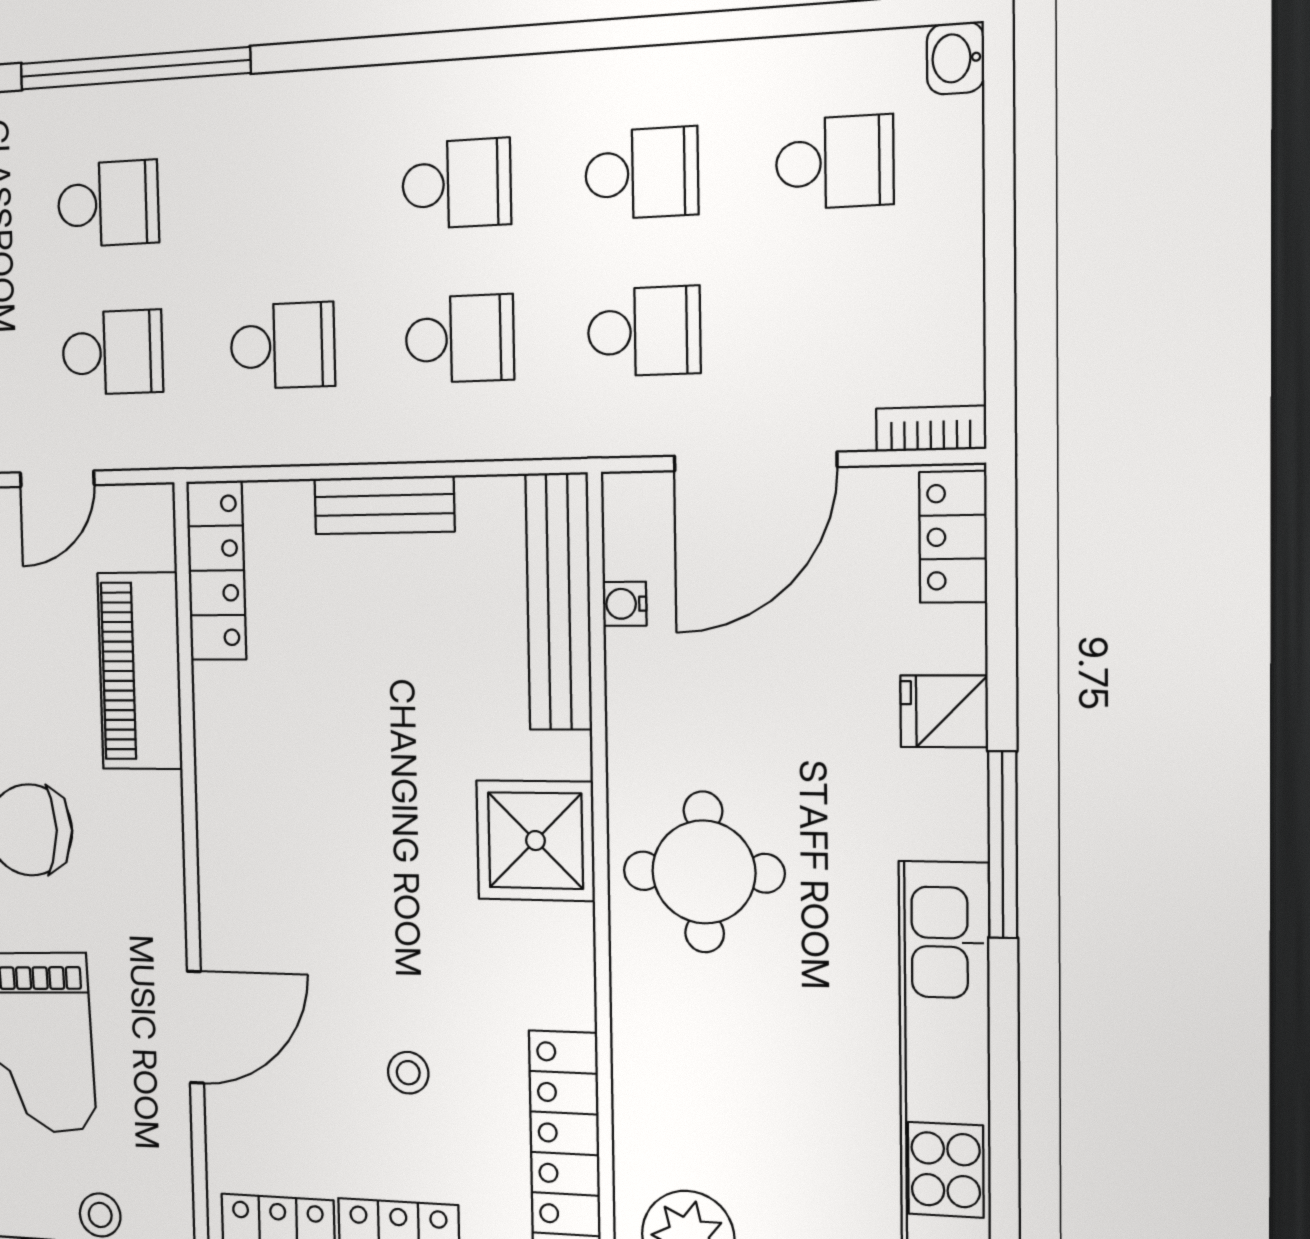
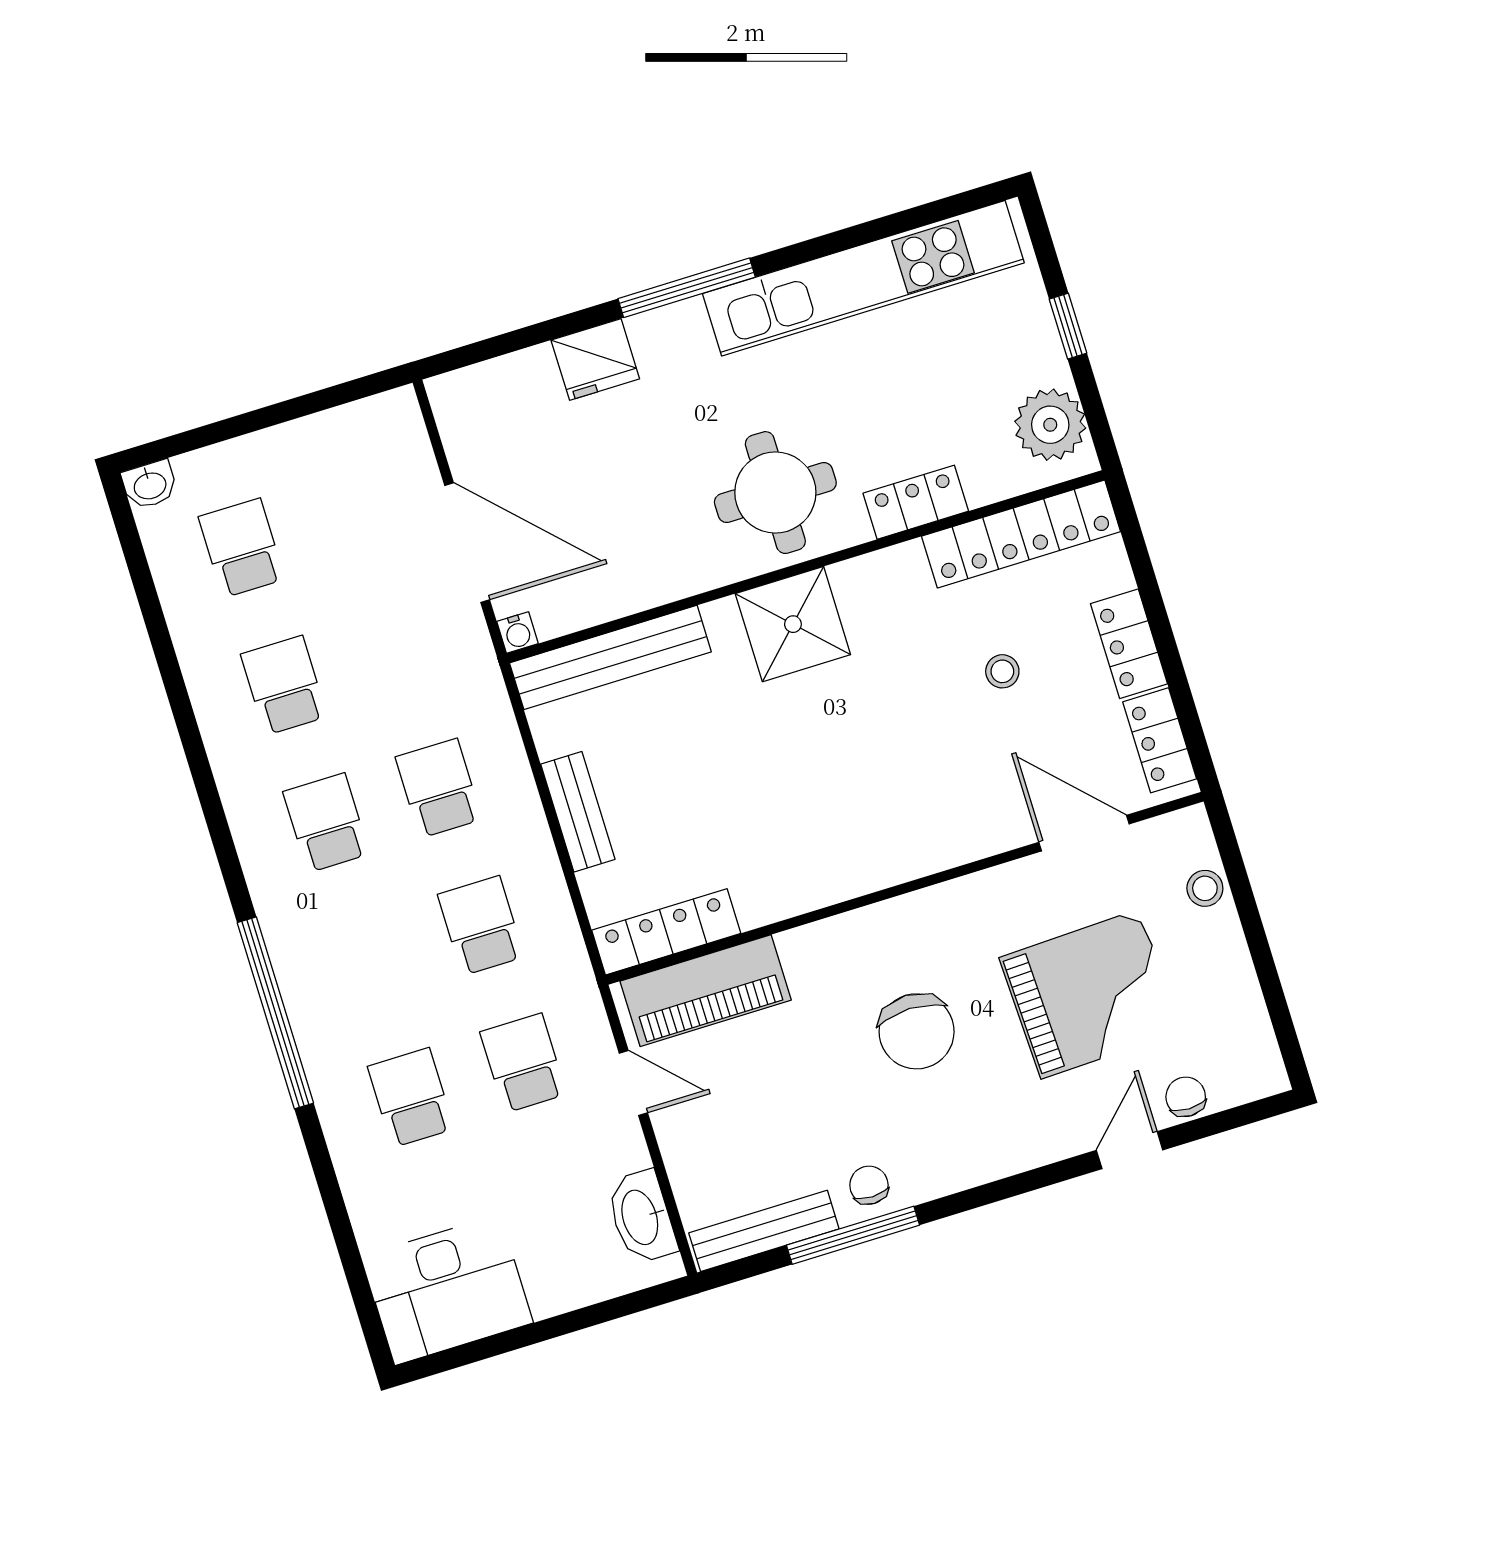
window: (134, 68) -> (275, 1013), moved
school desk: (644, 332) -> (396, 651), removed
bookcase: (931, 429) -> (409, 425), removed
locker: (953, 537) -> (916, 502), moved, turned 180
water cooler: (625, 604) -> (517, 633), moved
piano: (140, 671) -> (706, 991), moved
fridge: (944, 711) -> (595, 359), width x1.38
door: (195, 1027) -> (1084, 833), moved

